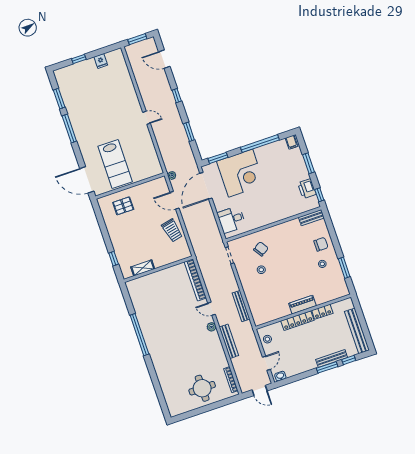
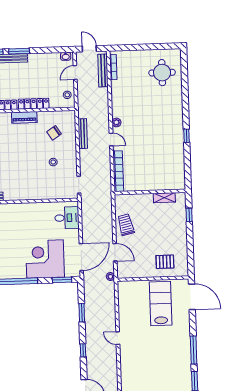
chair: (261, 249) -> (54, 133), moved
window: (139, 335) -> (186, 136), width x0.32
bench: (229, 341) -> (103, 70), moved
round table: (202, 388) -> (162, 73), moved

